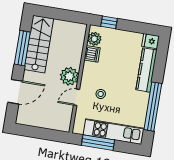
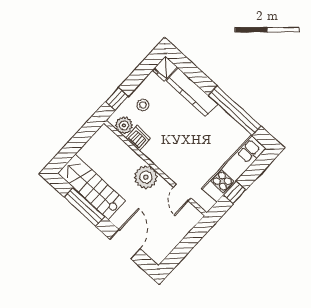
stool: (101, 94) -> (143, 105), moved
door: (77, 97) -> (182, 193), moved
window: (98, 143) -> (235, 192), width x0.46

